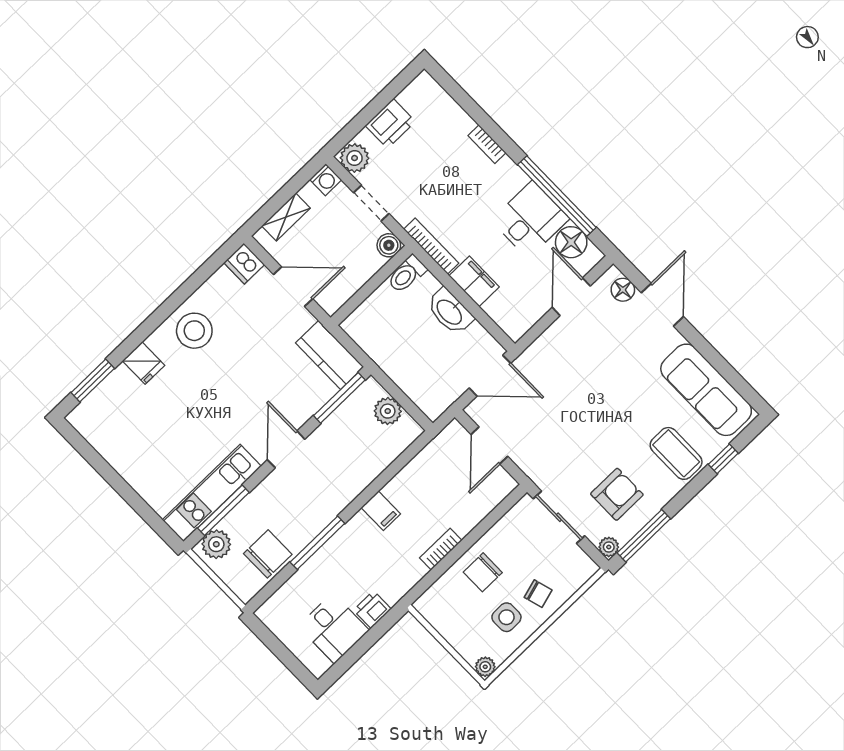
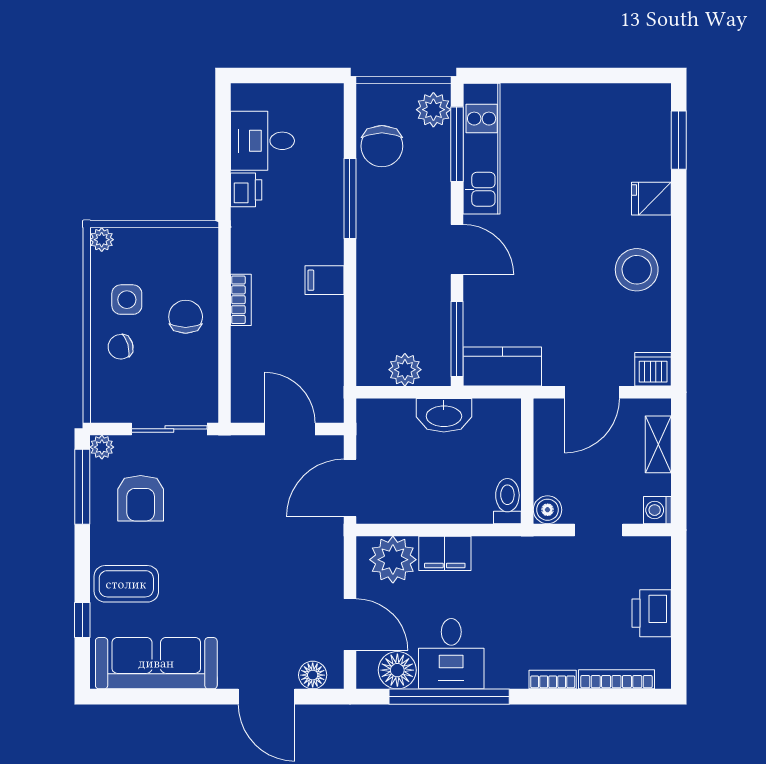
plant: (355, 158) -> (393, 560), moved, width x1.36, depth x1.36
bookcase: (431, 246) -> (617, 679), moved, turned 180
washbasin: (450, 312) -> (444, 415), moved, turned 180

